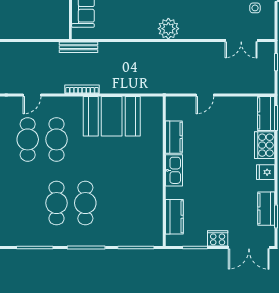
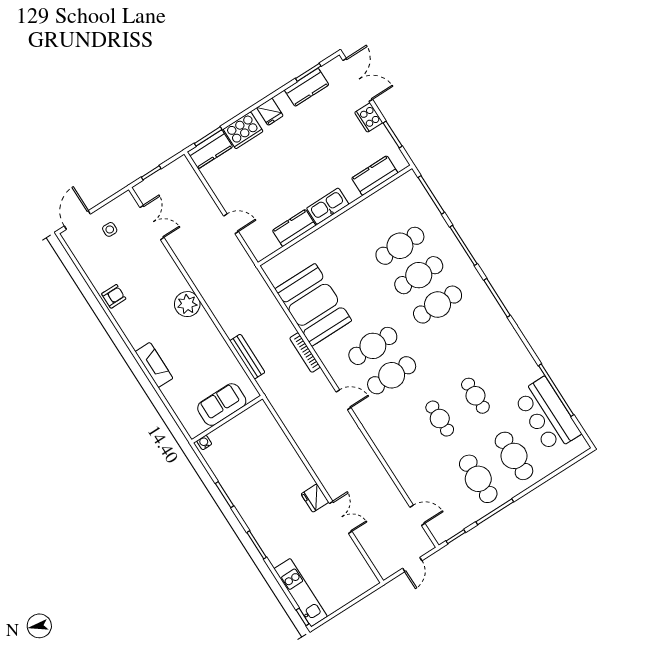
bench: (78, 47) -> (247, 357), moved
cafe table: (114, 203) -> (400, 246), added

